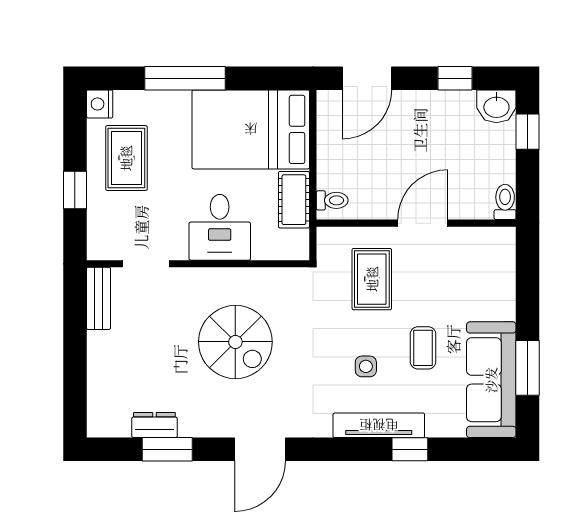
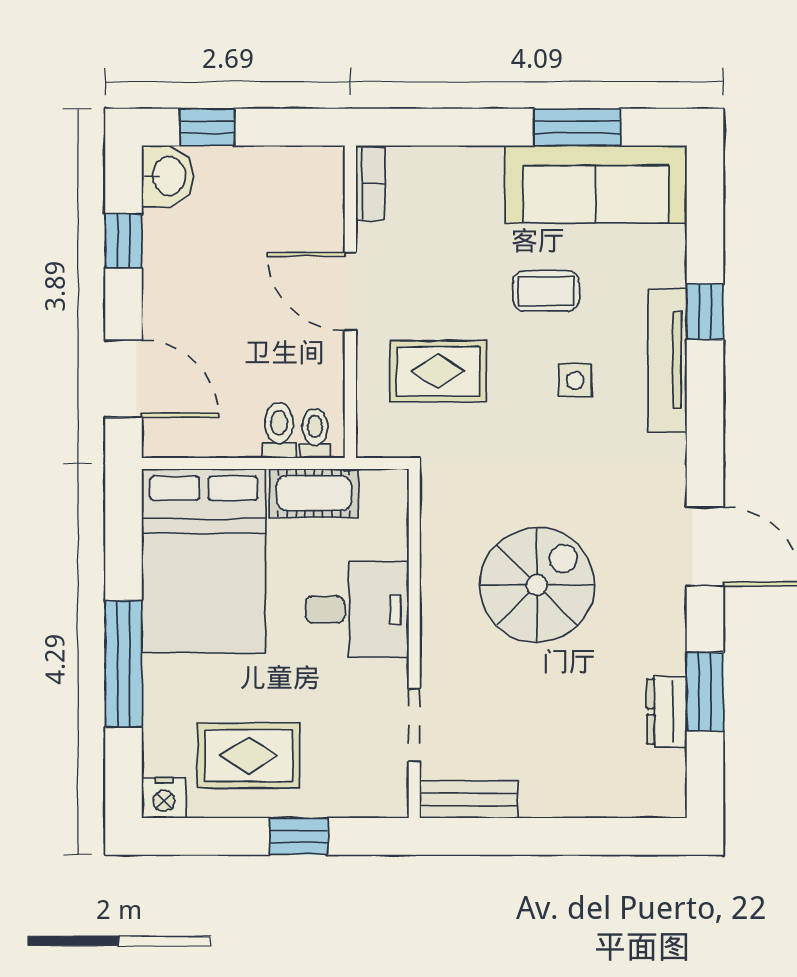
toilet: (505, 202) -> (279, 430), moved, turned 90
bookcase: (492, 236) -> (370, 183), added

